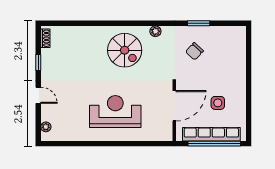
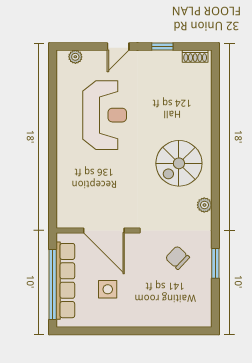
reception desk: (115, 111) -> (105, 115), moved

